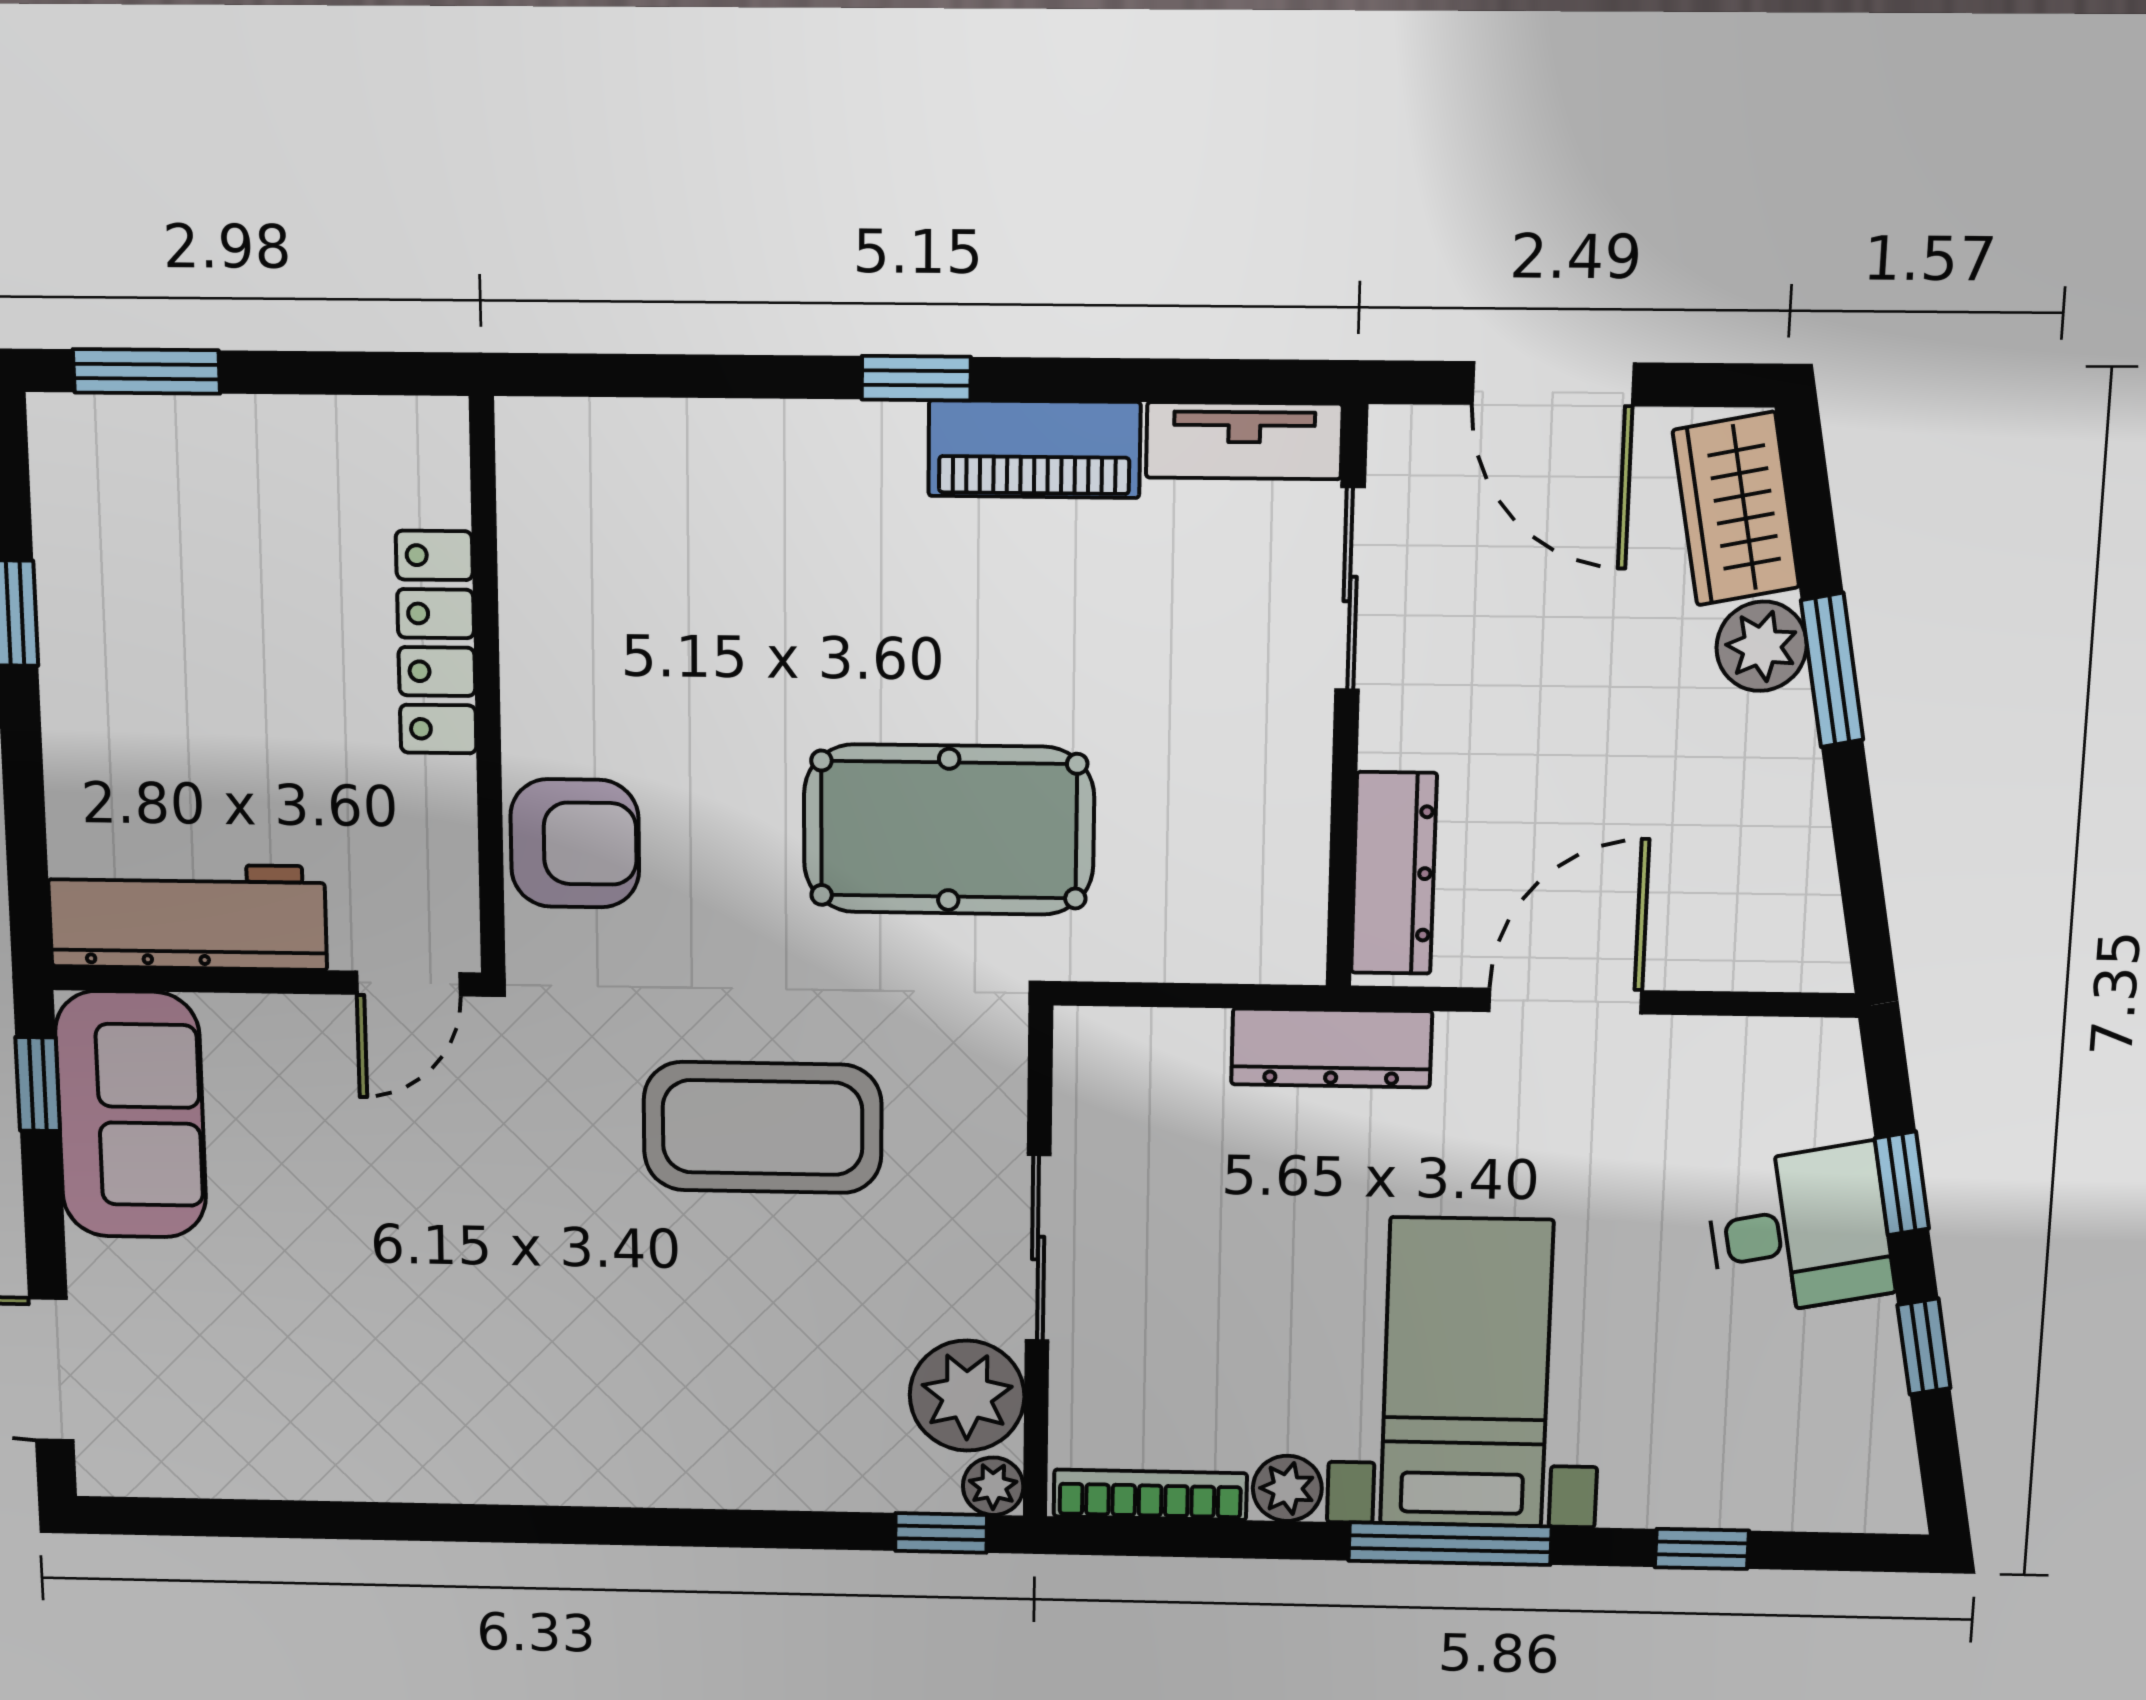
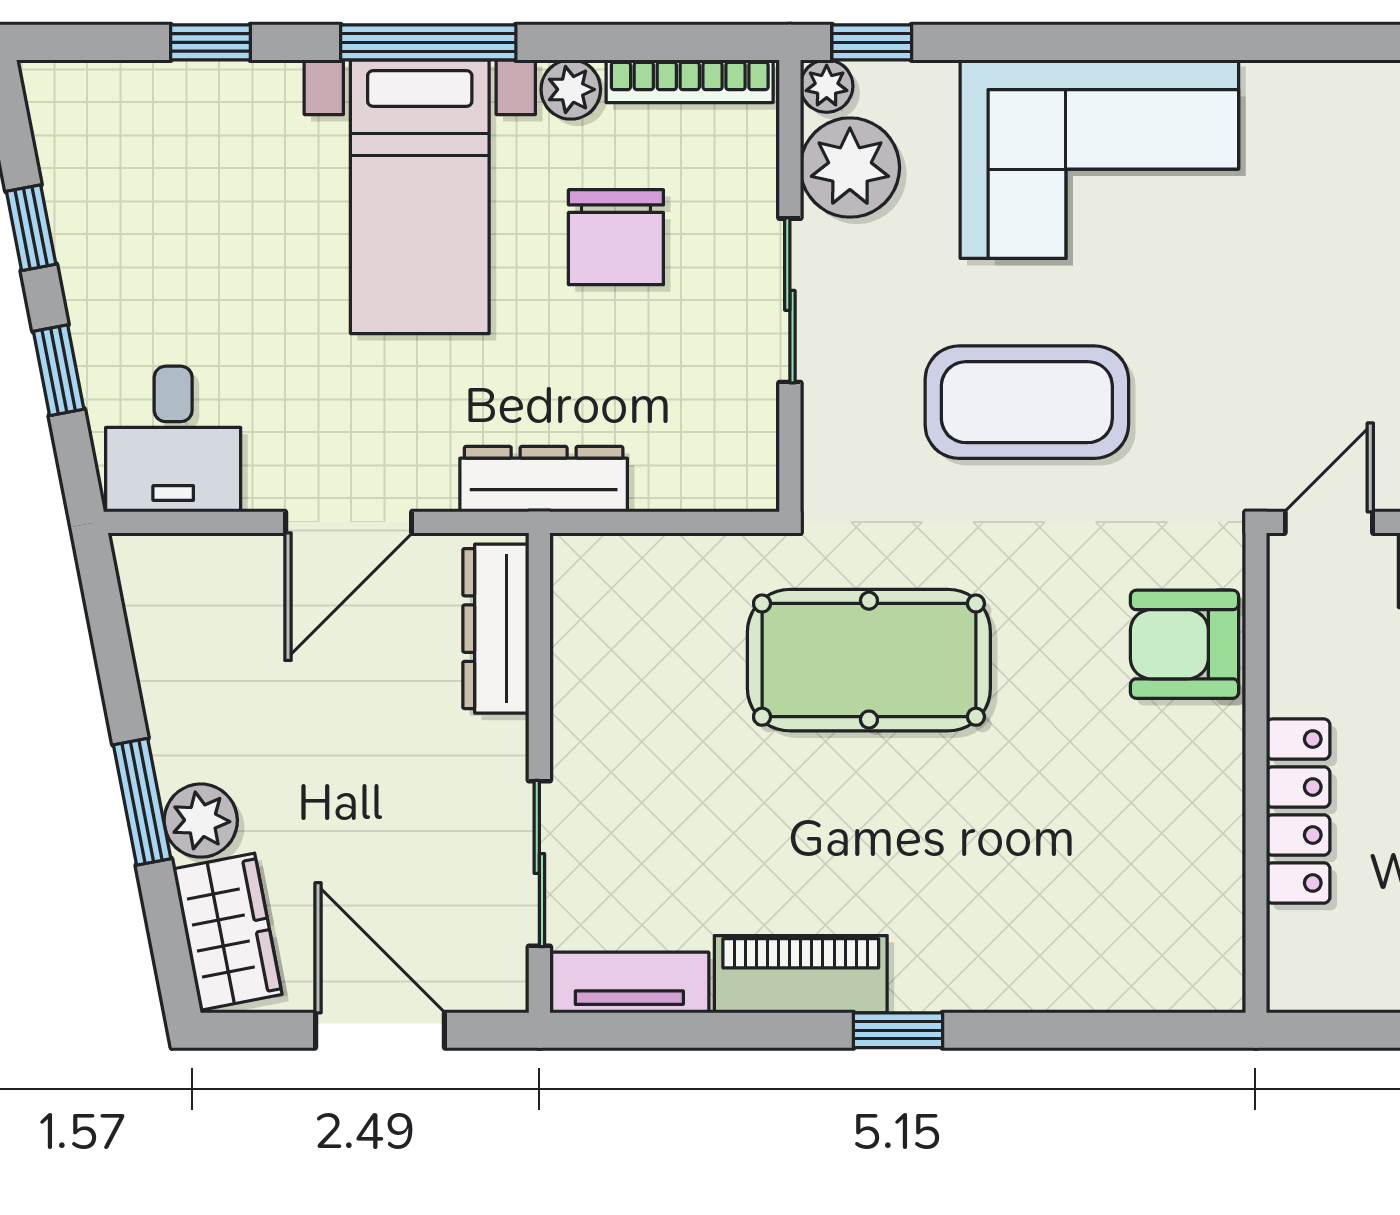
desk: (1799, 1231) -> (173, 439), moved, turned -79
chair: (1239, 1323) -> (616, 237), added
corner sofa: (681, 1399) -> (1099, 159), added

